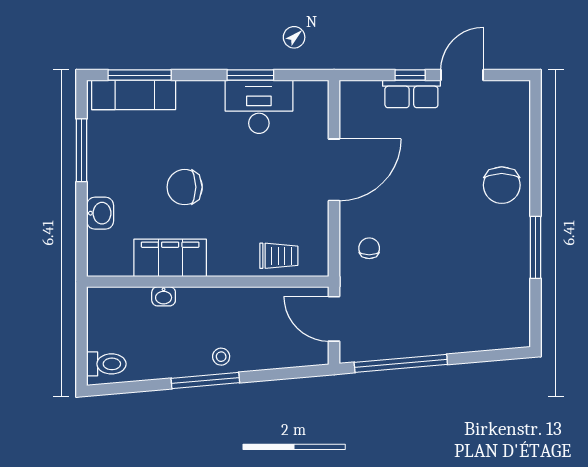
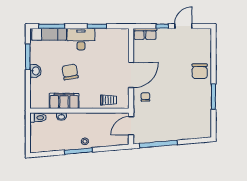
row of seats: (411, 94) -> (145, 34), moved
desk: (259, 107) -> (81, 39), moved
door: (334, 170) -> (131, 75), moved
chair: (185, 187) -> (70, 72), turned 80
washbasin: (100, 213) -> (35, 71), moved
door: (334, 319) -> (131, 126), hinge flipped
toilet: (106, 364) -> (38, 118), moved

